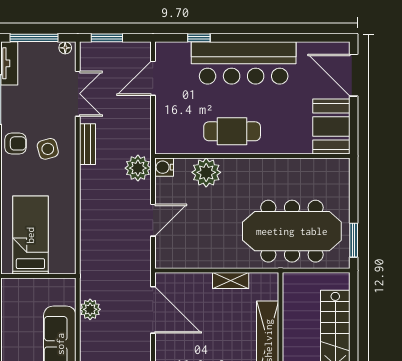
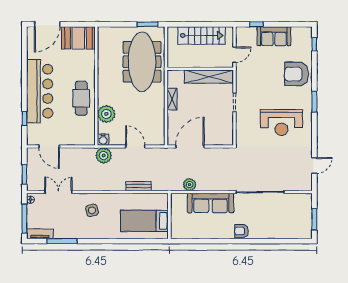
armchair: (16, 143) -> (89, 230), removed
bench: (88, 144) -> (138, 186), moved

